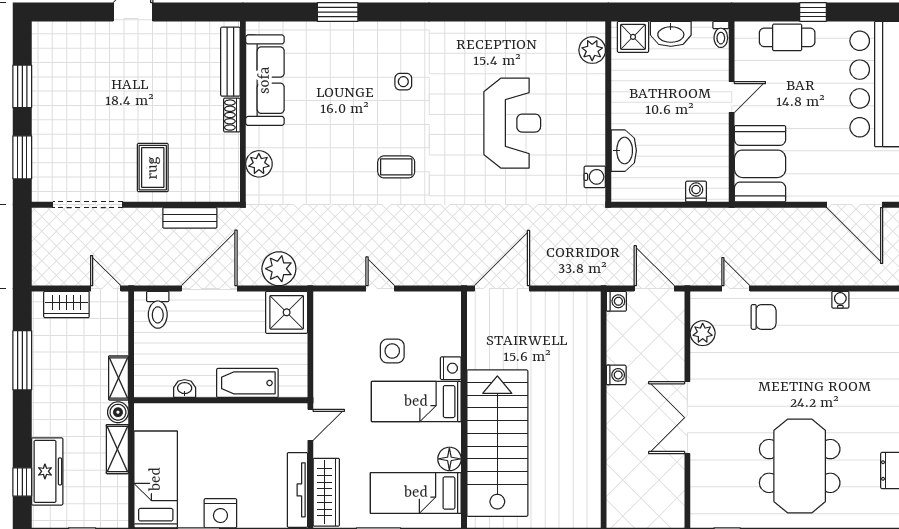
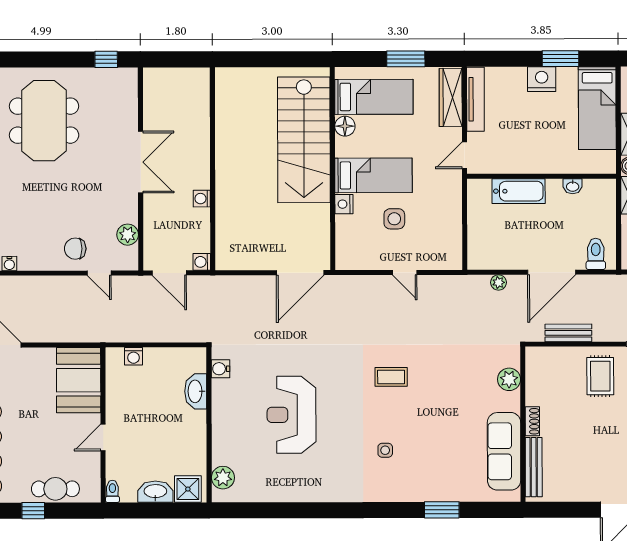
plant: (279, 269) -> (498, 282), width x0.53, depth x0.53
shower: (287, 312) -> (485, 252), removed

